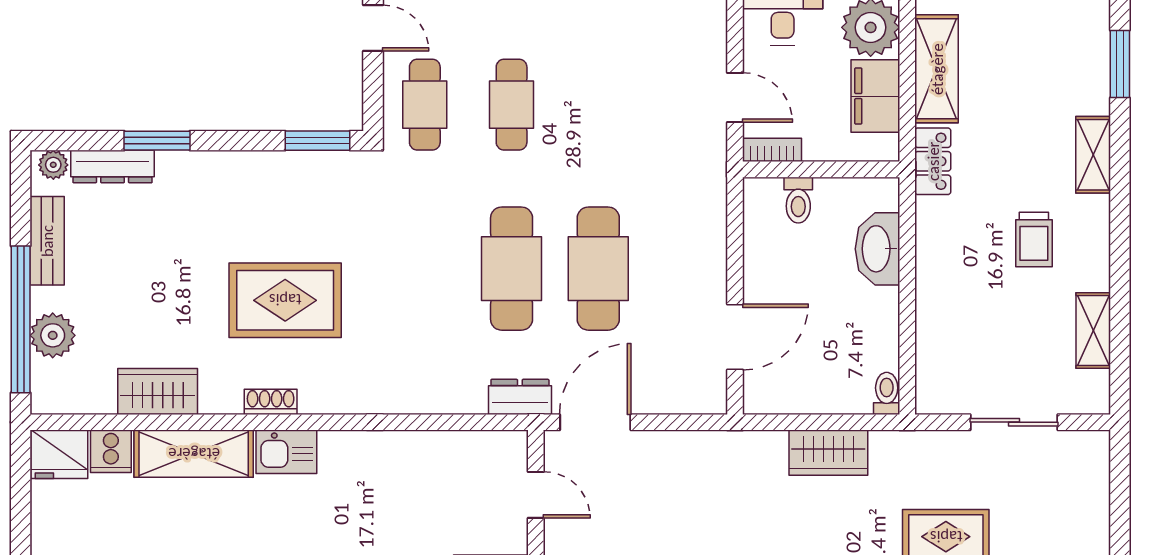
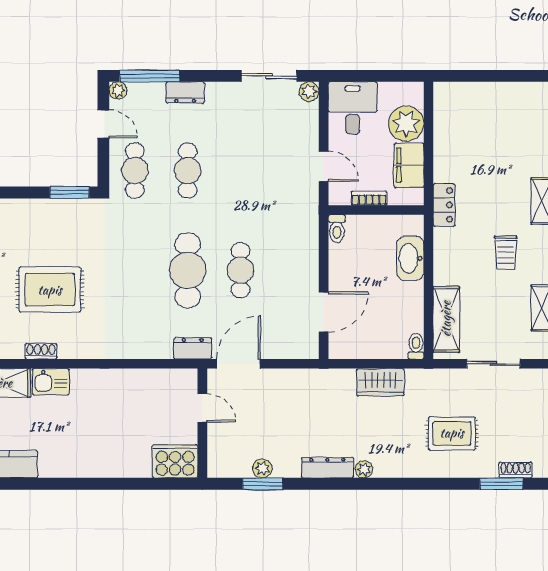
shelving: (937, 69) -> (446, 319), moved
bookcase: (772, 150) -> (369, 198), moved
toilet: (798, 200) -> (337, 229), moved
cafe table: (598, 269) -> (240, 270), width x0.73, depth x0.74

